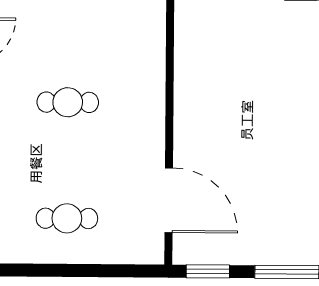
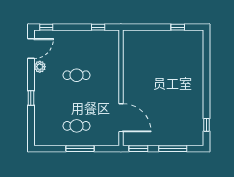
window: (75, 270) -> (80, 149), added

